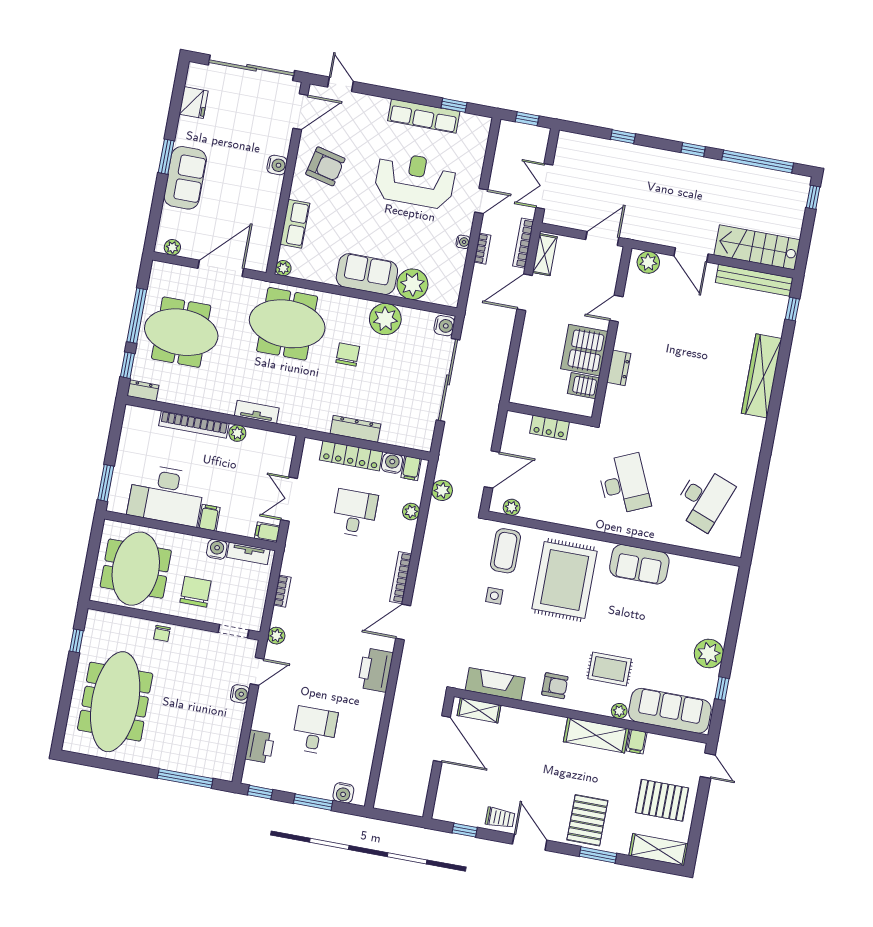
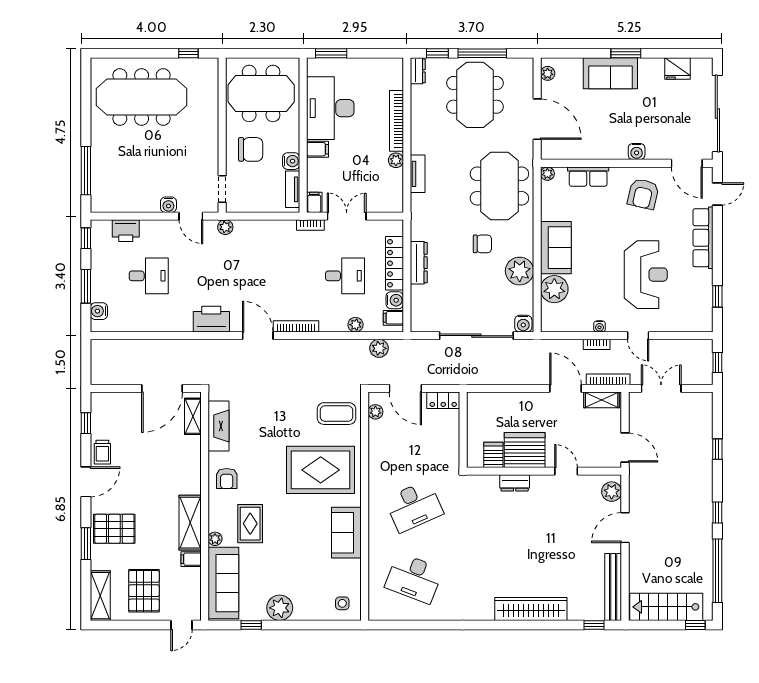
row of seats: (424, 116) -> (703, 238), moved
stairs: (757, 247) -> (666, 607), moved, turned -90
locker: (550, 427) -> (443, 400), moved, turned -90
bookcase: (282, 591) -> (310, 225), moved
side table: (494, 596) -> (342, 603), moved
chair: (162, 633) -> (209, 127), removed

